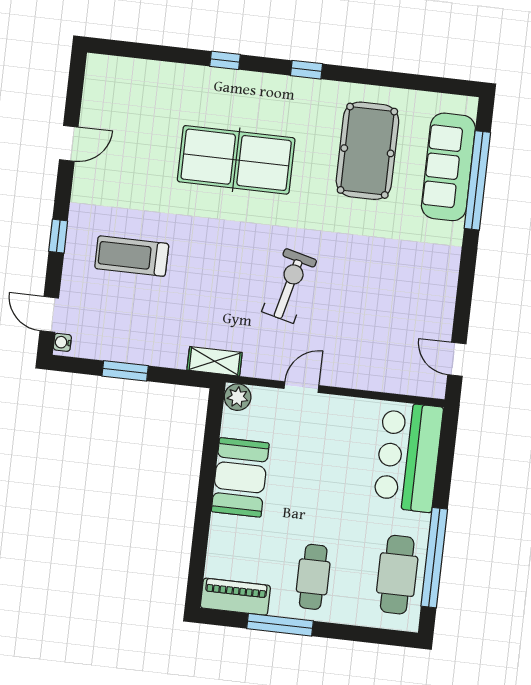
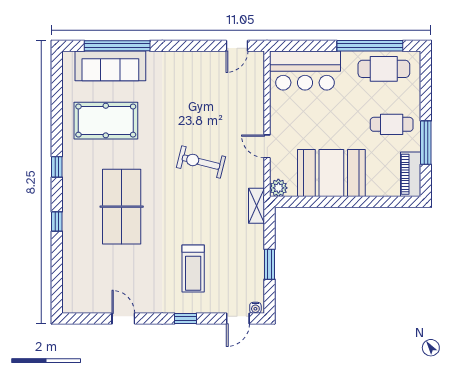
booth: (240, 477) -> (331, 173), width x1.36, depth x1.42

